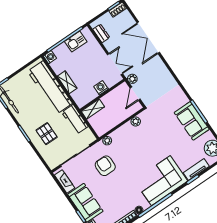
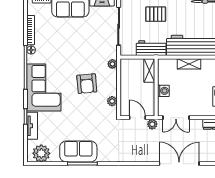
armchair: (105, 166) -> (87, 84), moved, turned 85

